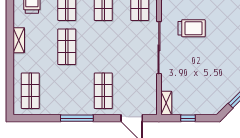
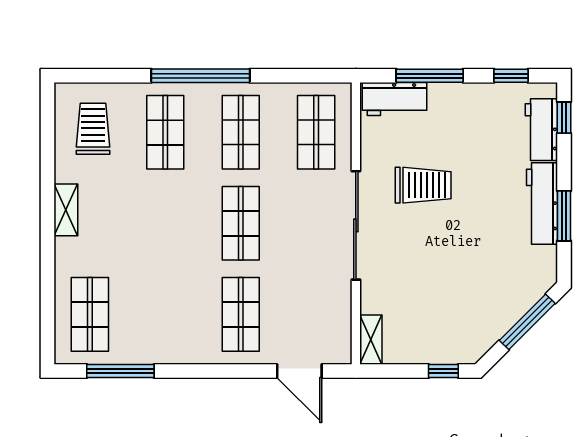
shop shelf: (67, 47) -> (241, 223), moved
window: (77, 118) -> (120, 371), moved
window: (188, 118) -> (443, 371), moved

